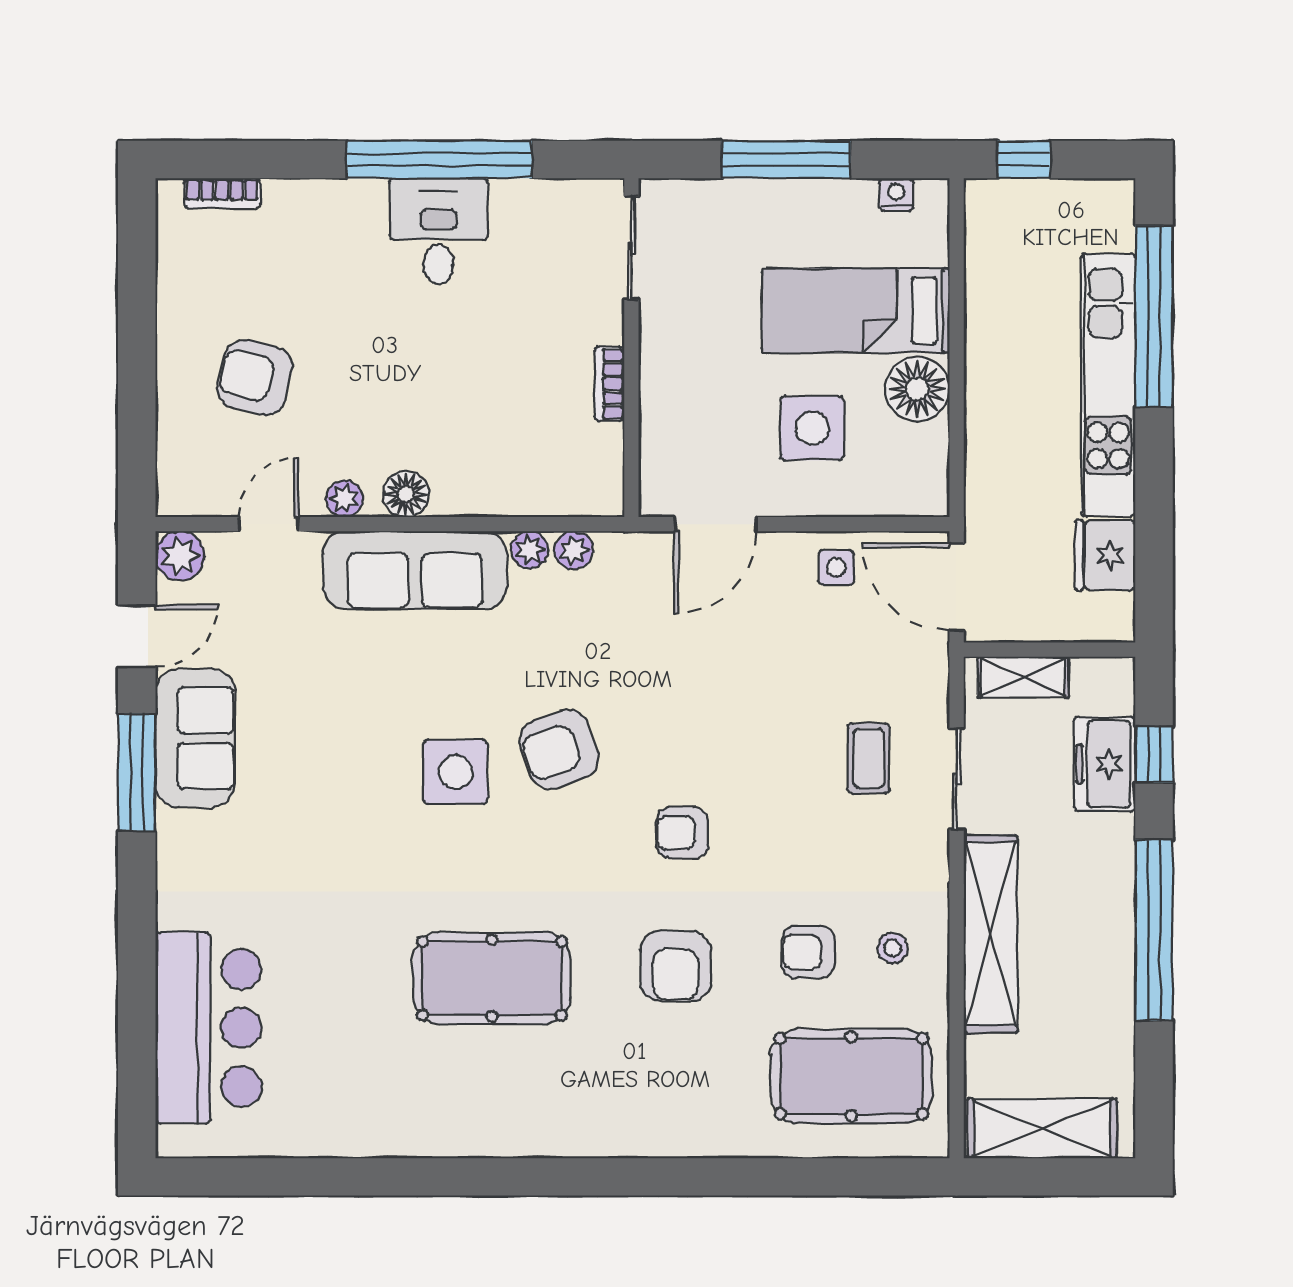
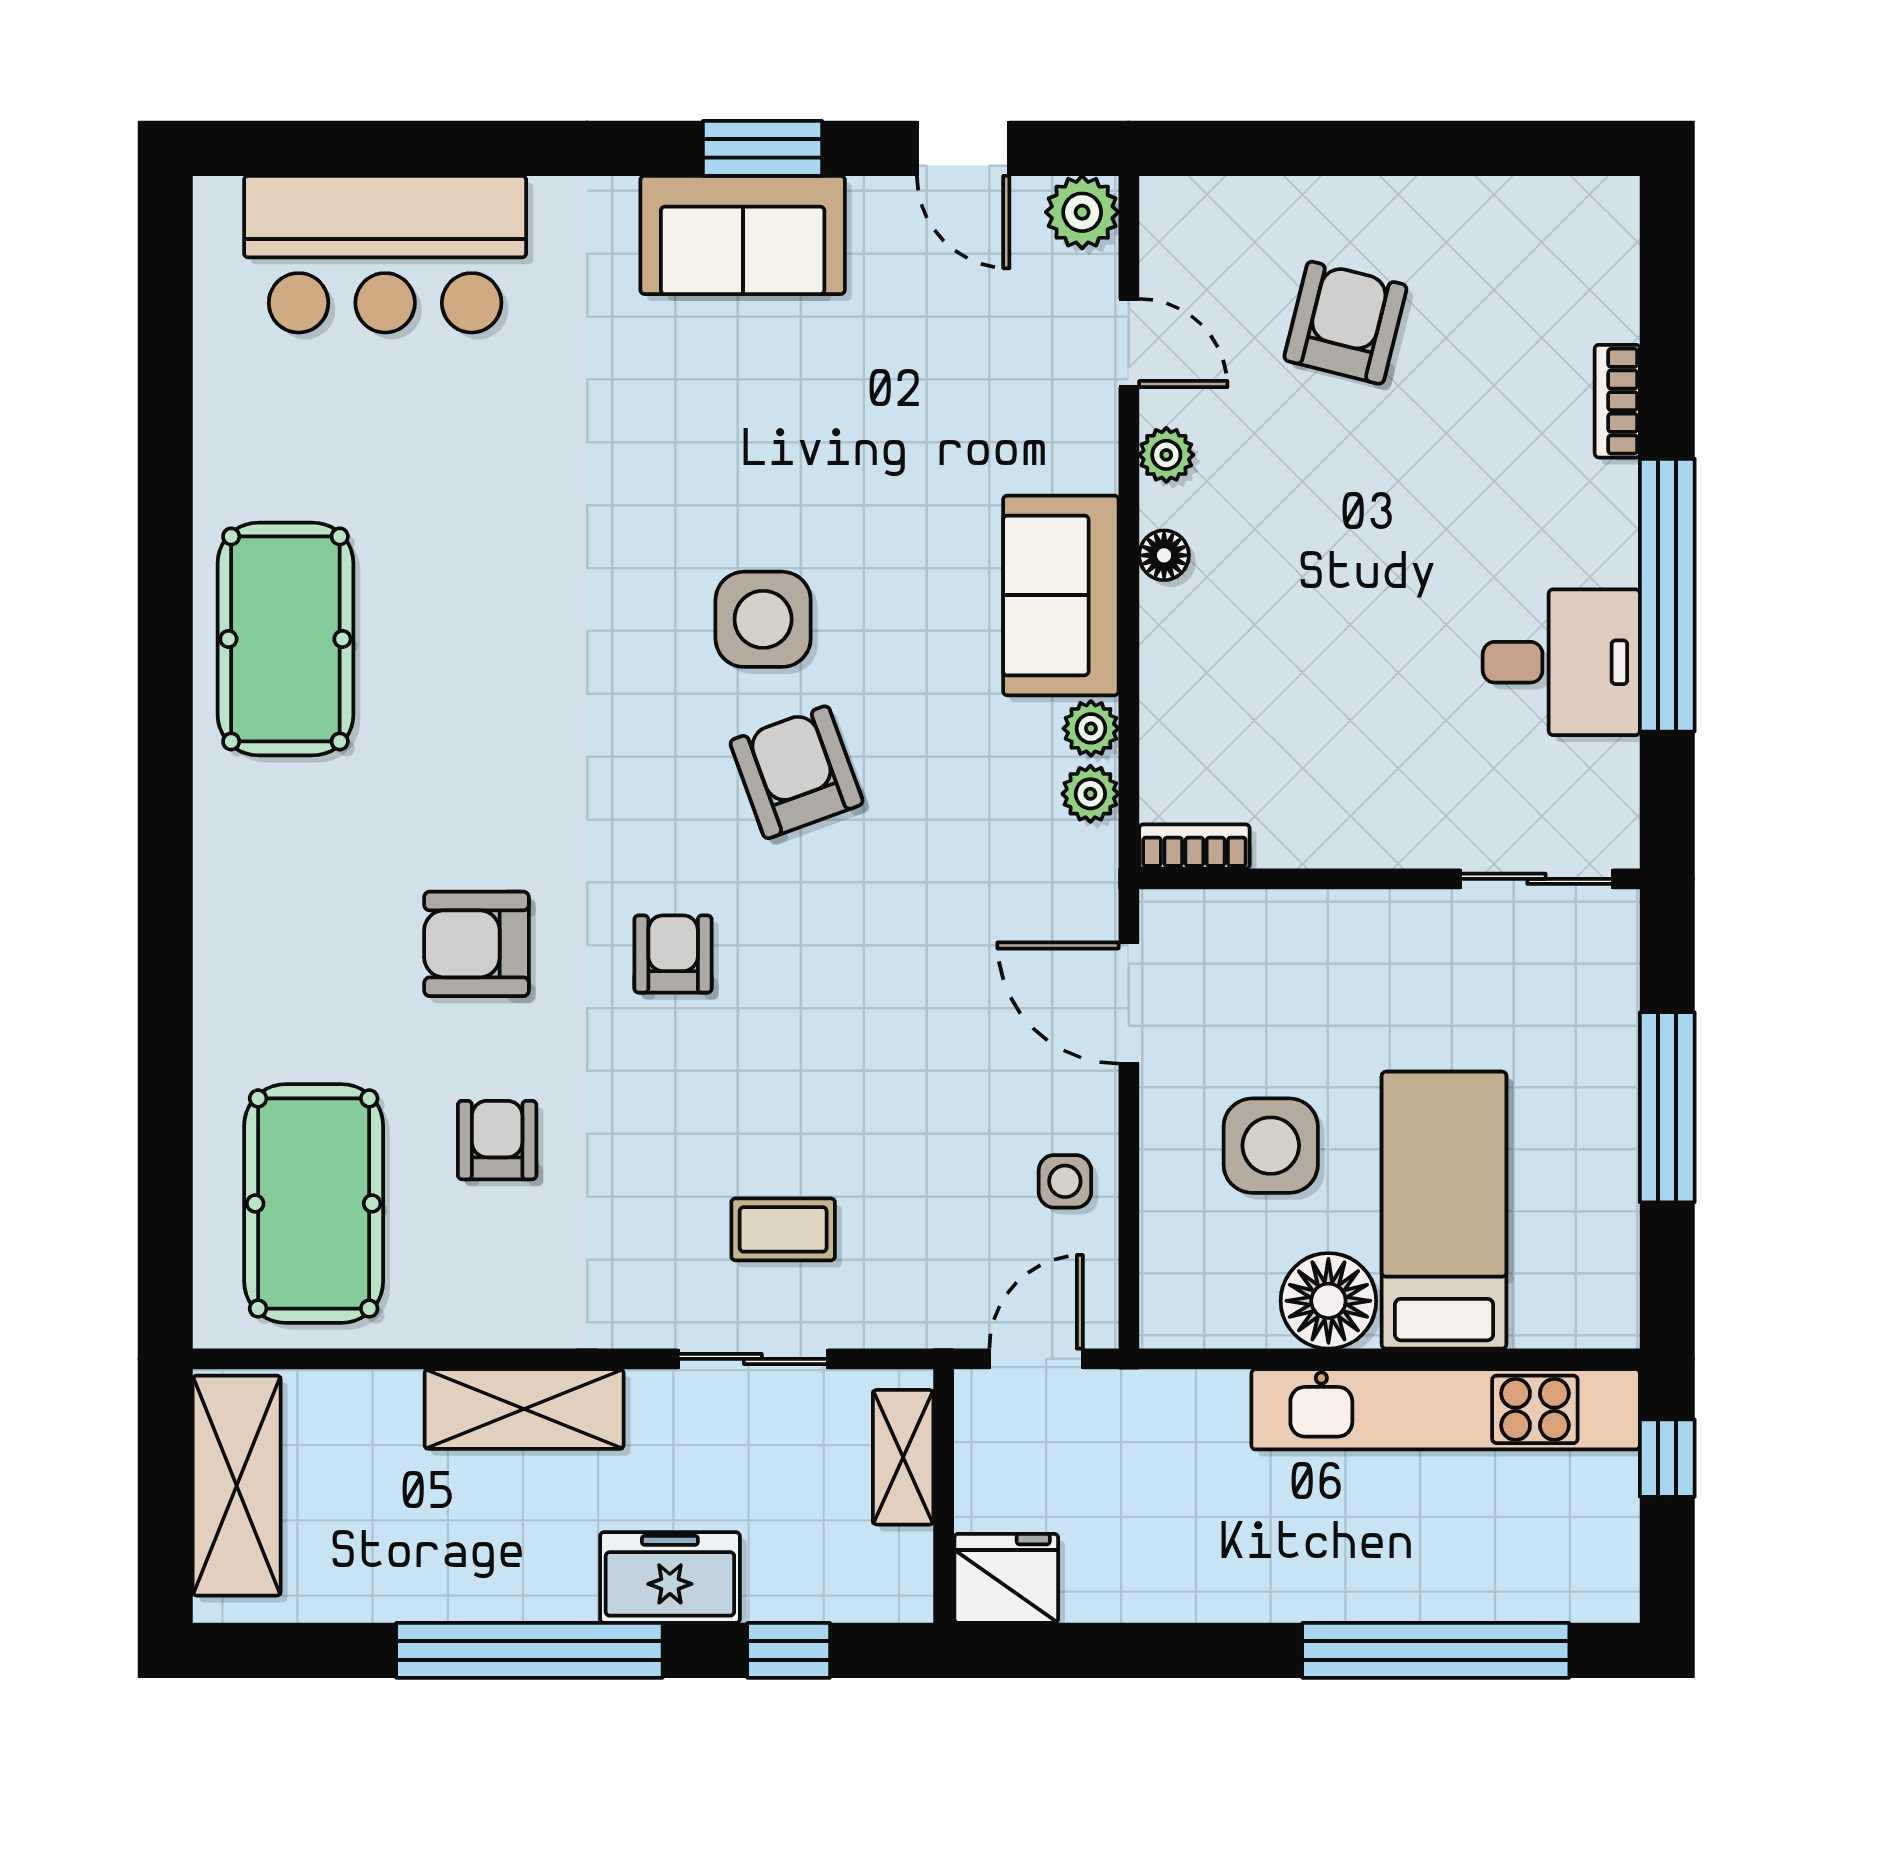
bookcase: (222, 193) -> (1617, 401), moved
nightstand: (896, 194) -> (1616, 1270), removed
desk: (439, 231) -> (1561, 662), moved
bookcase: (609, 384) -> (1194, 846), moved
kitchen unit: (1108, 385) -> (1446, 1409), moved, turned 180
floor lamp: (406, 494) -> (1164, 555), width x0.73, depth x0.73
fridge: (1105, 555) -> (1006, 1578), moved
sofa: (415, 570) -> (1061, 595), width x0.73
door: (957, 587) -> (1036, 1359), width x0.73
sofa: (195, 738) -> (743, 235), moved
freezer: (1105, 764) -> (670, 1578), moved
window: (137, 772) -> (762, 148), width x0.69
shelving: (991, 934) -> (524, 1409), width x0.68
stool: (893, 948) -> (503, 1265), removed
pool table: (492, 978) -> (285, 639), moved

